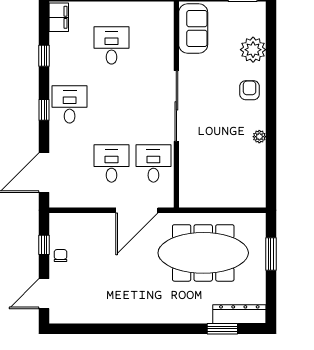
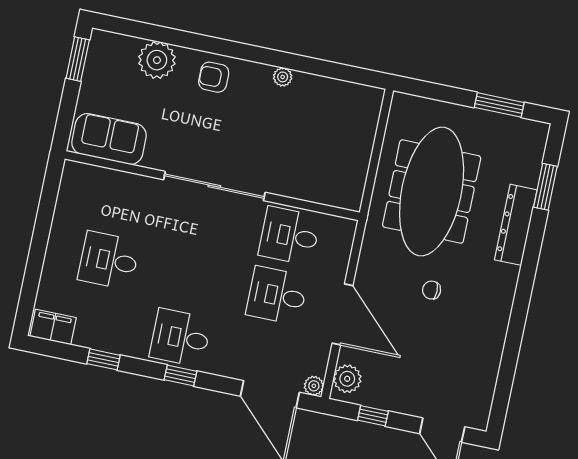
plant: (56, 201) -> (314, 386), added
door: (137, 210) -> (342, 314), moved
plant: (65, 222) -> (347, 379), added
window: (271, 254) -> (499, 105), moved
chair: (60, 256) -> (432, 290), moved
dresser: (239, 314) -> (516, 225), moved

